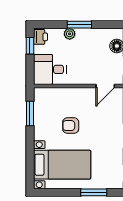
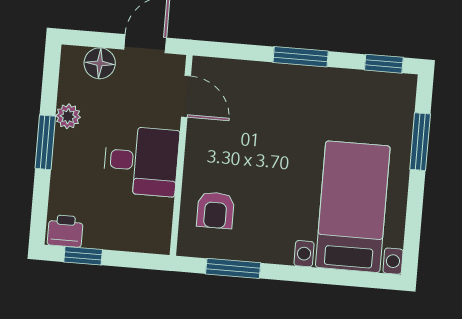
plant: (70, 34) -> (68, 116), moved
desk: (50, 69) -> (141, 161), moved, turned -90
armchair: (71, 126) -> (215, 210), moved

